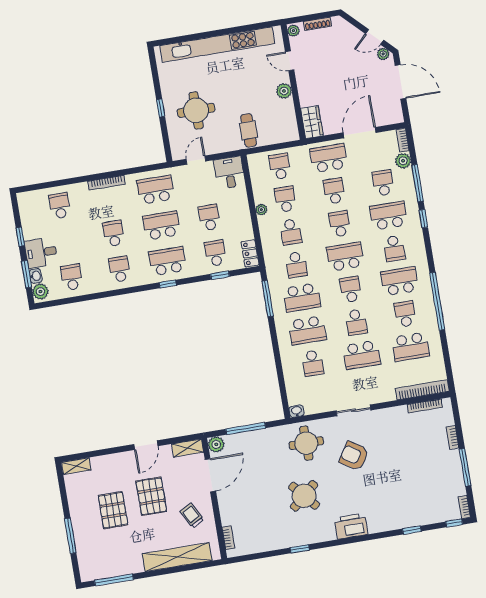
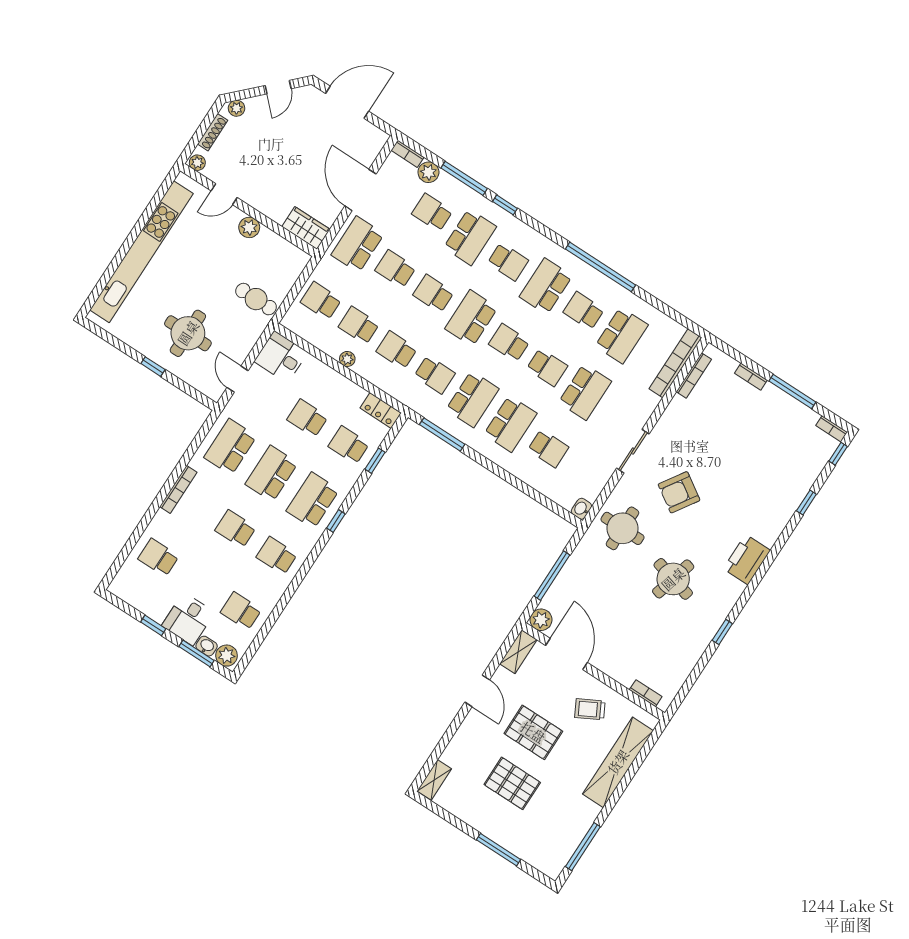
plant: (383, 54) -> (237, 108), moved
school desk: (389, 216) -> (470, 237), turned 180
school desk: (291, 232) -> (397, 350), turned 180
round table: (304, 496) -> (673, 579), turned -34

